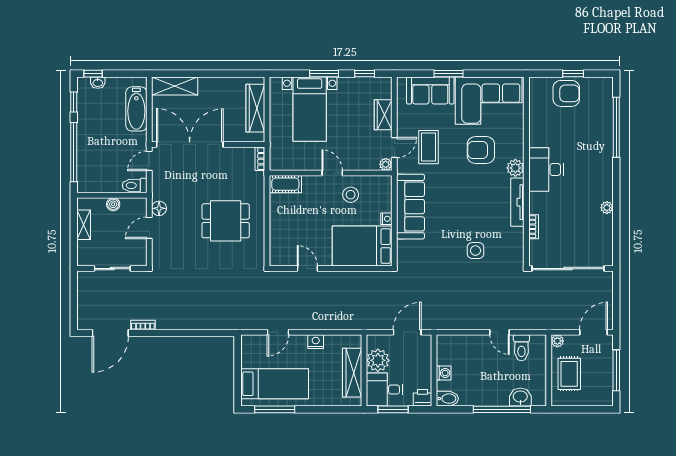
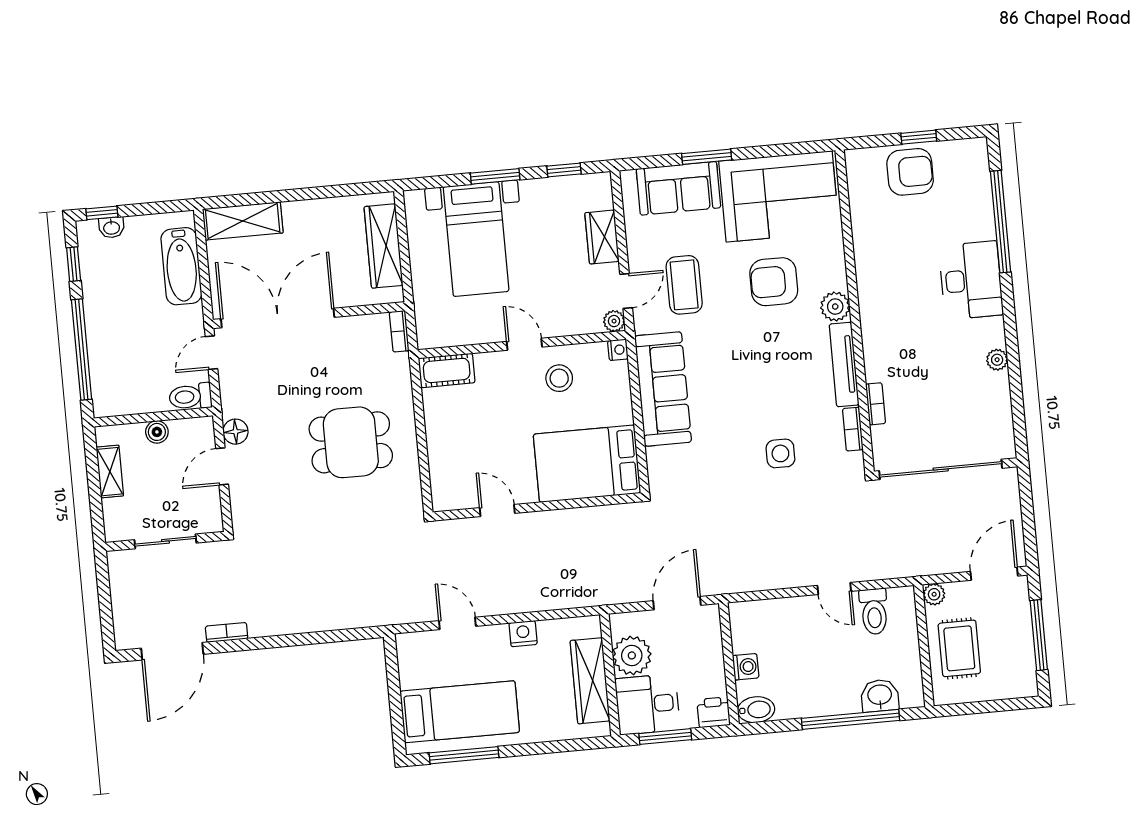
desk: (546, 170) -> (971, 280), moved, turned 180
nightstand: (386, 219) -> (618, 350), moved
bookcase: (519, 240) -> (853, 429), added
door: (278, 332) -> (457, 623), swing flipped

